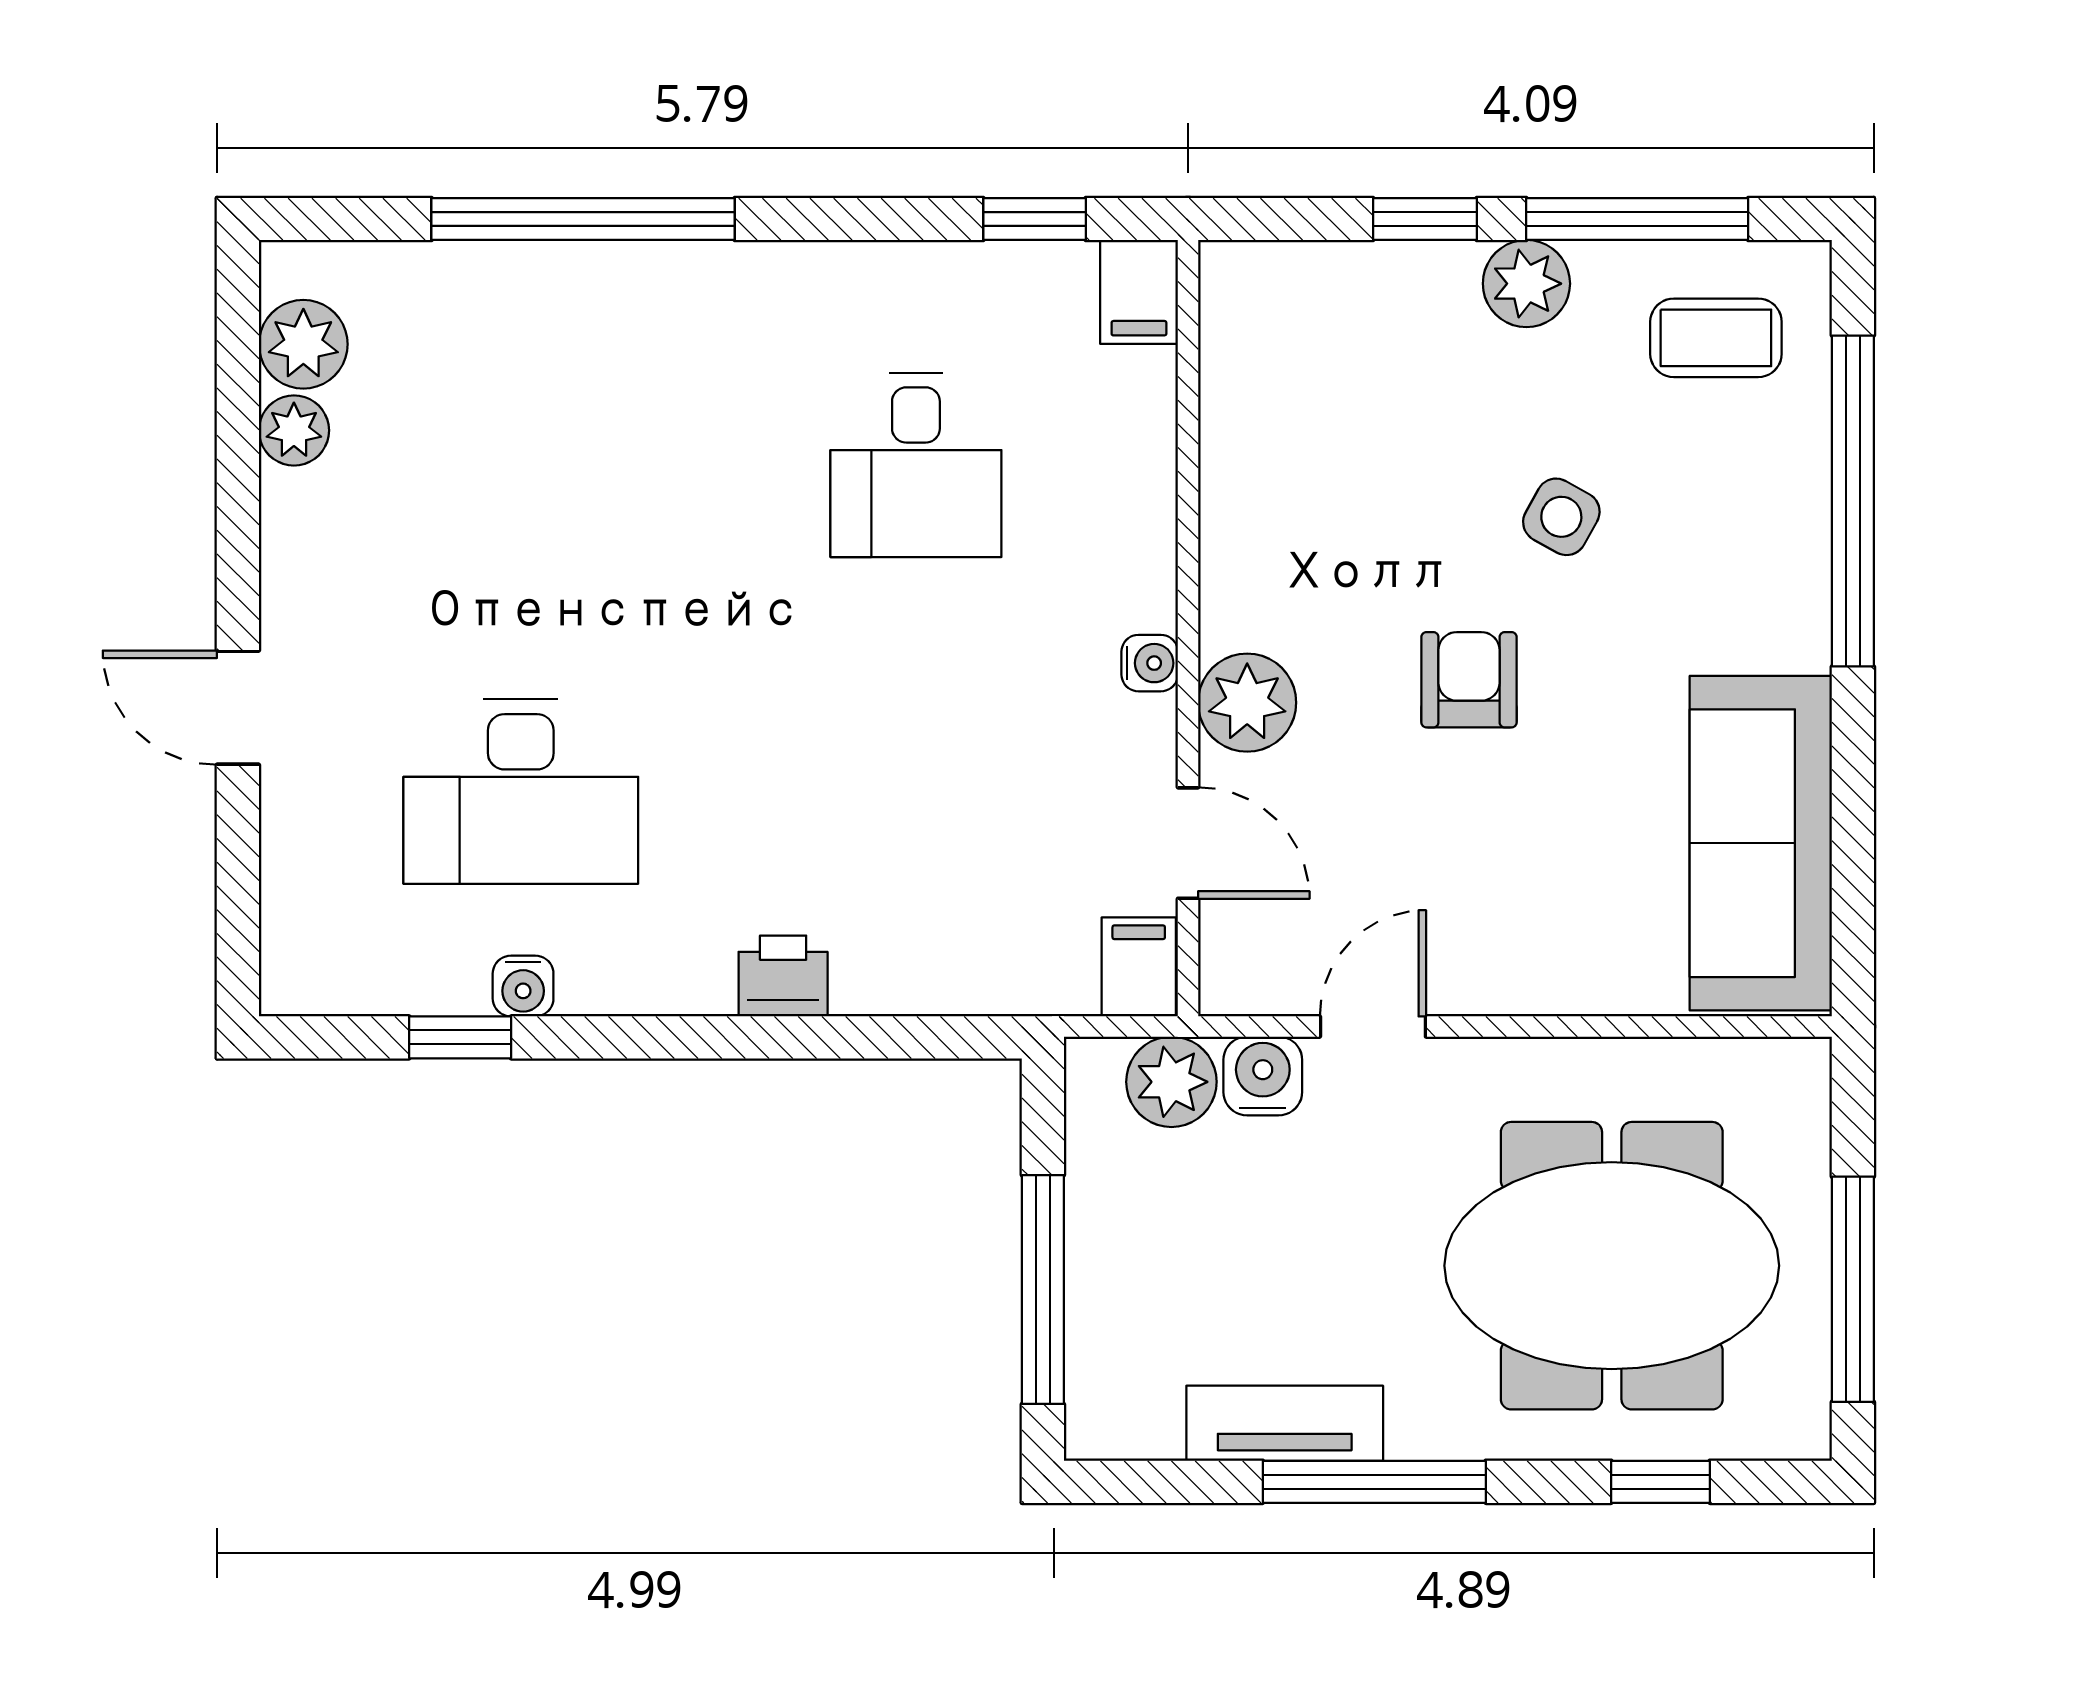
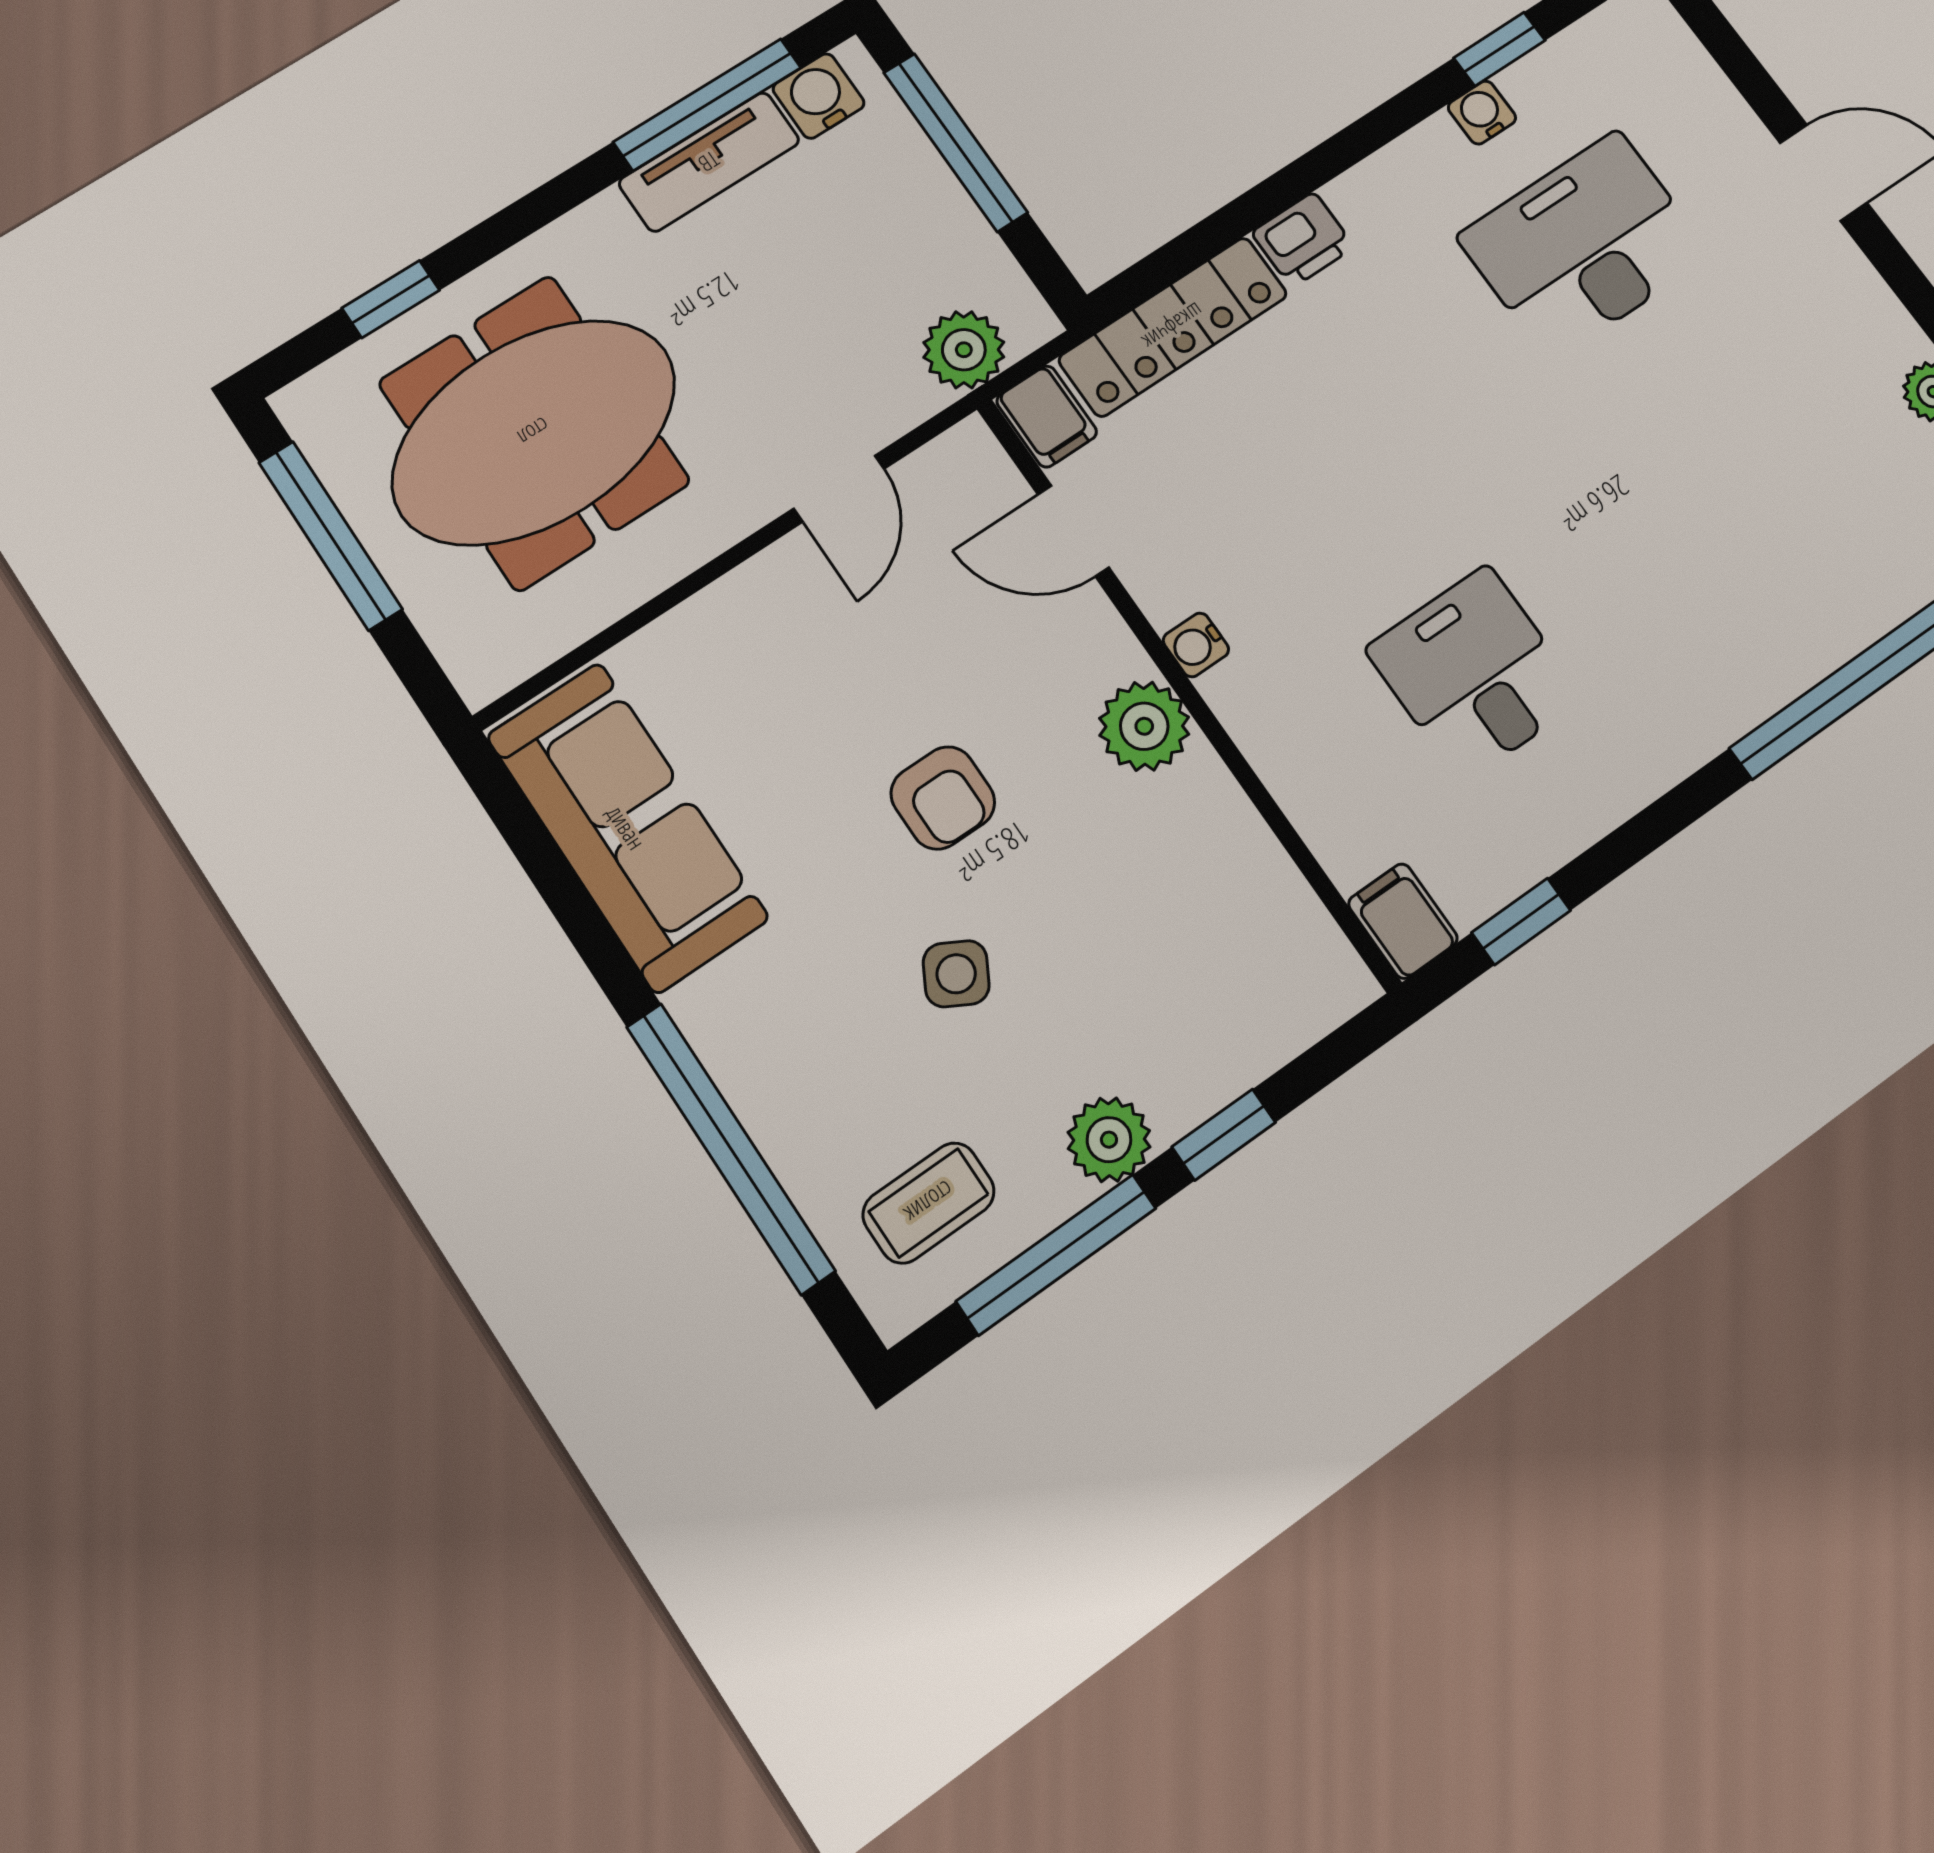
plant: (1247, 703) -> (1144, 726), moved
locker: (963, 974) -> (1173, 327), added
water cooler: (1263, 1076) -> (819, 96), moved, turned 180
window: (1374, 1482) -> (707, 105), moved

